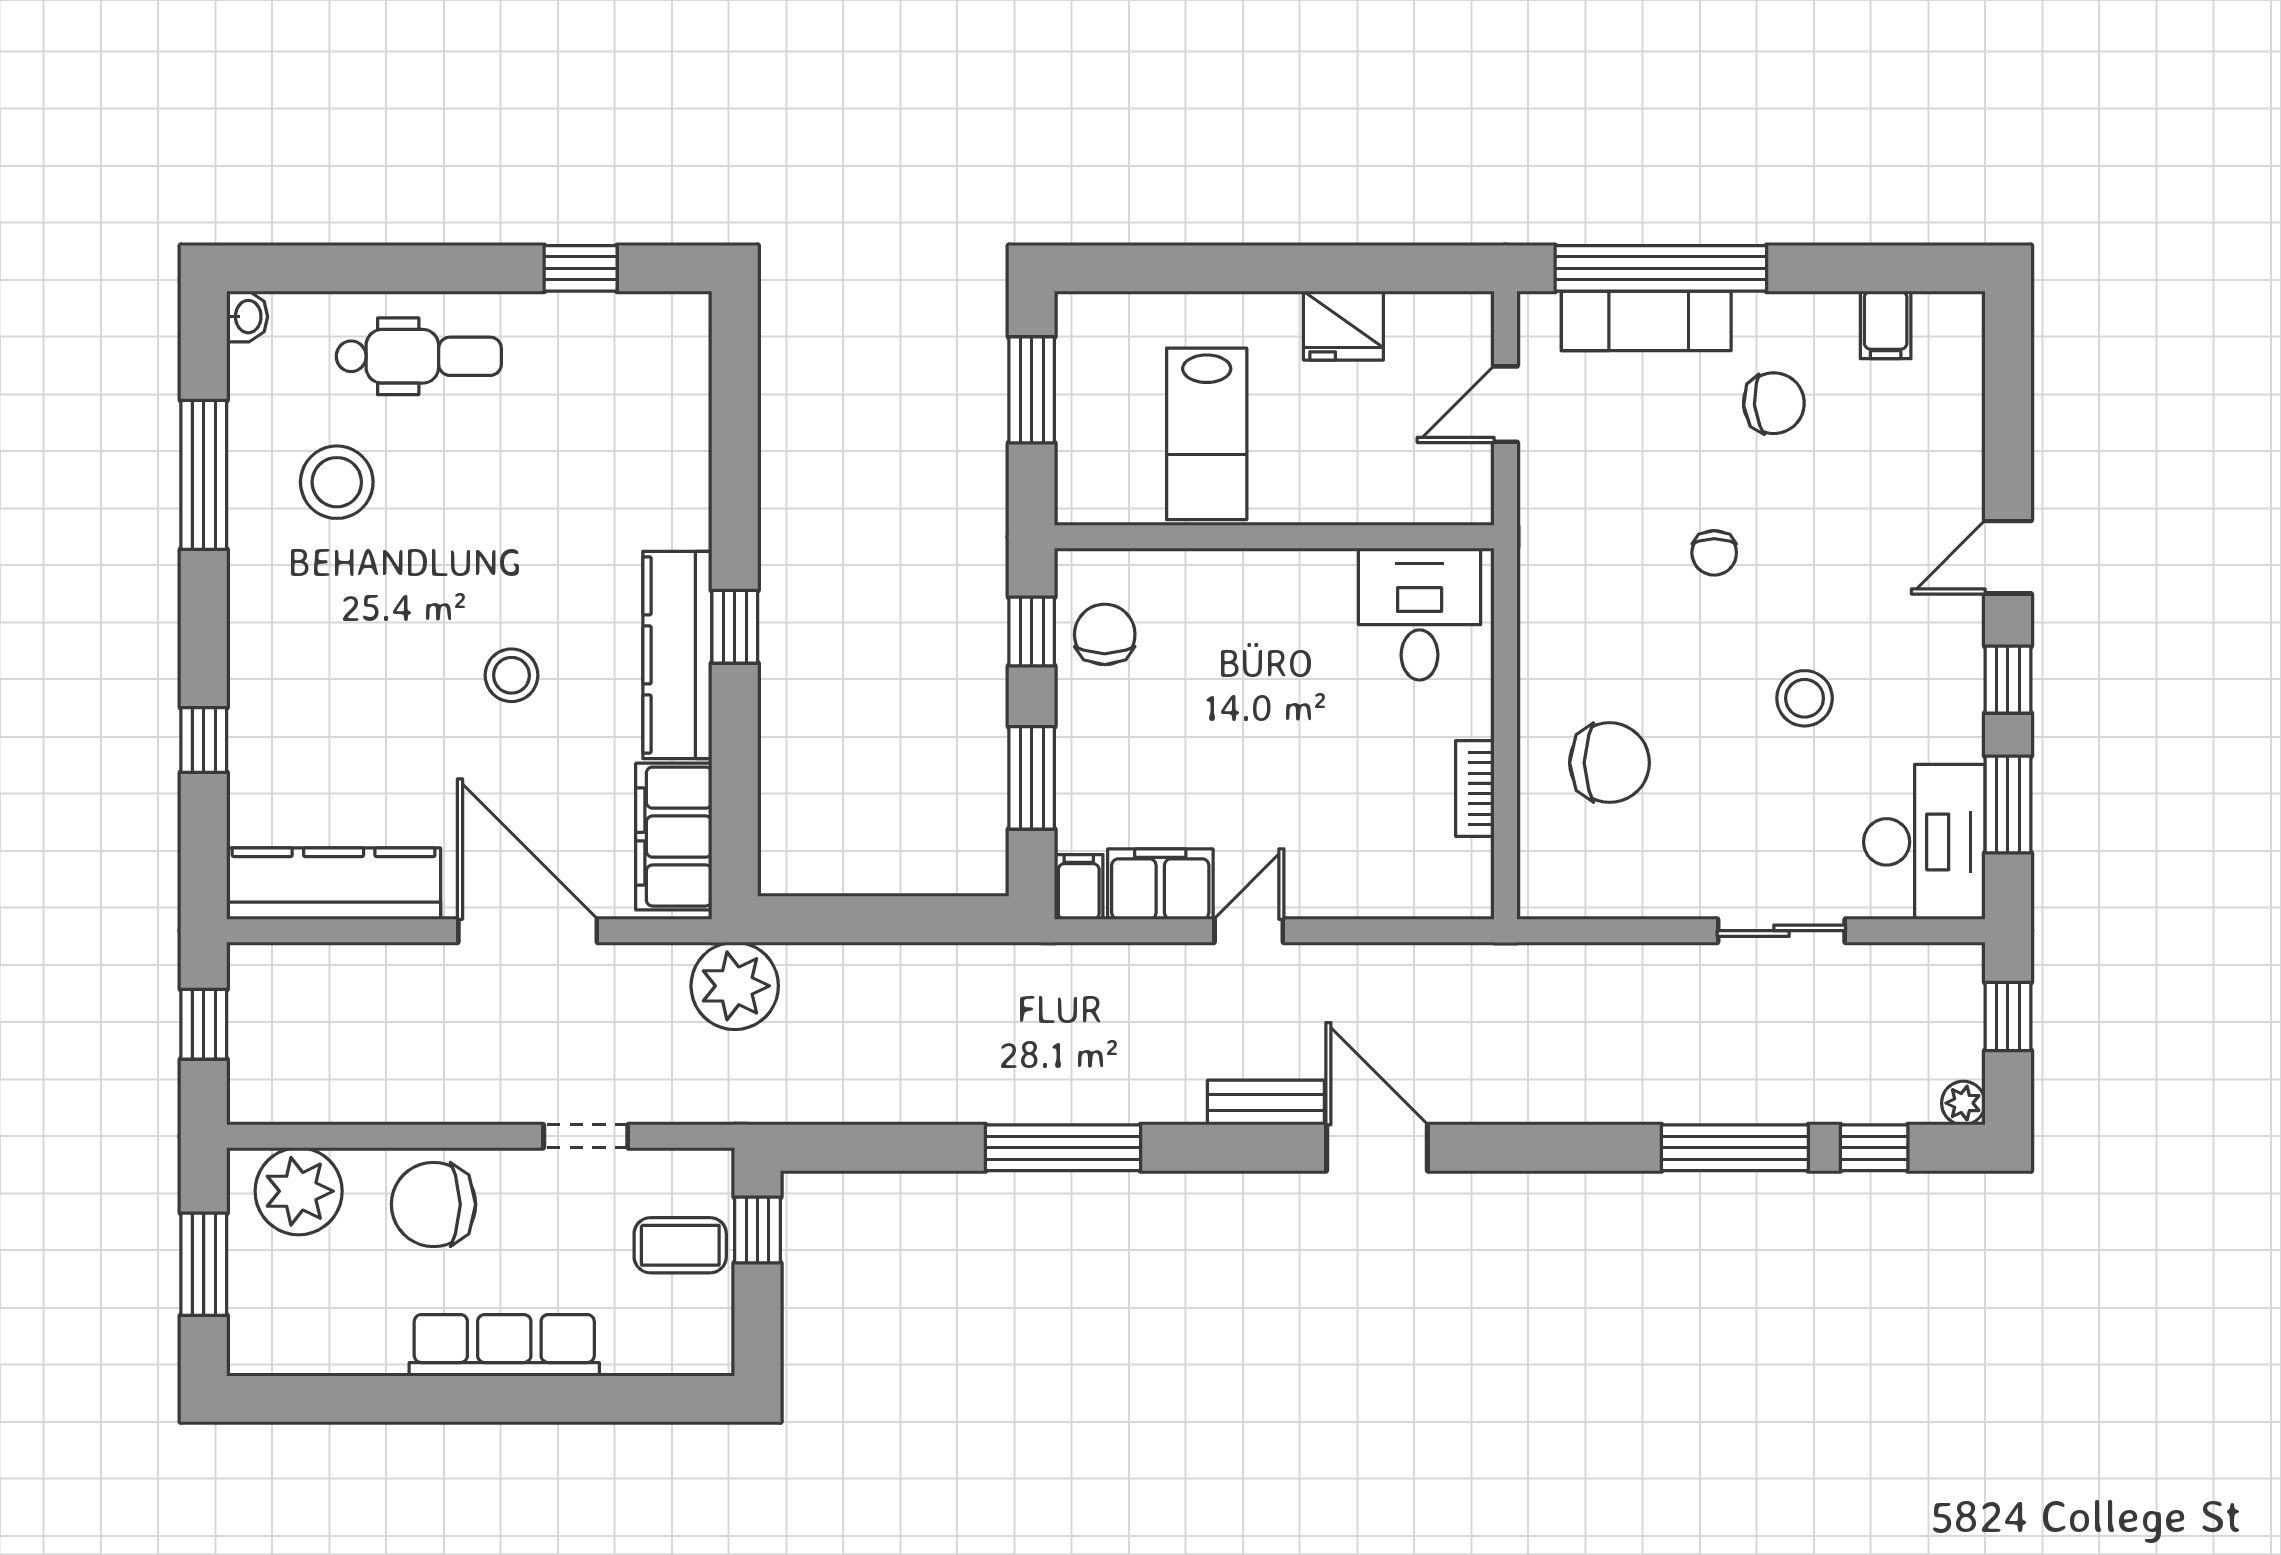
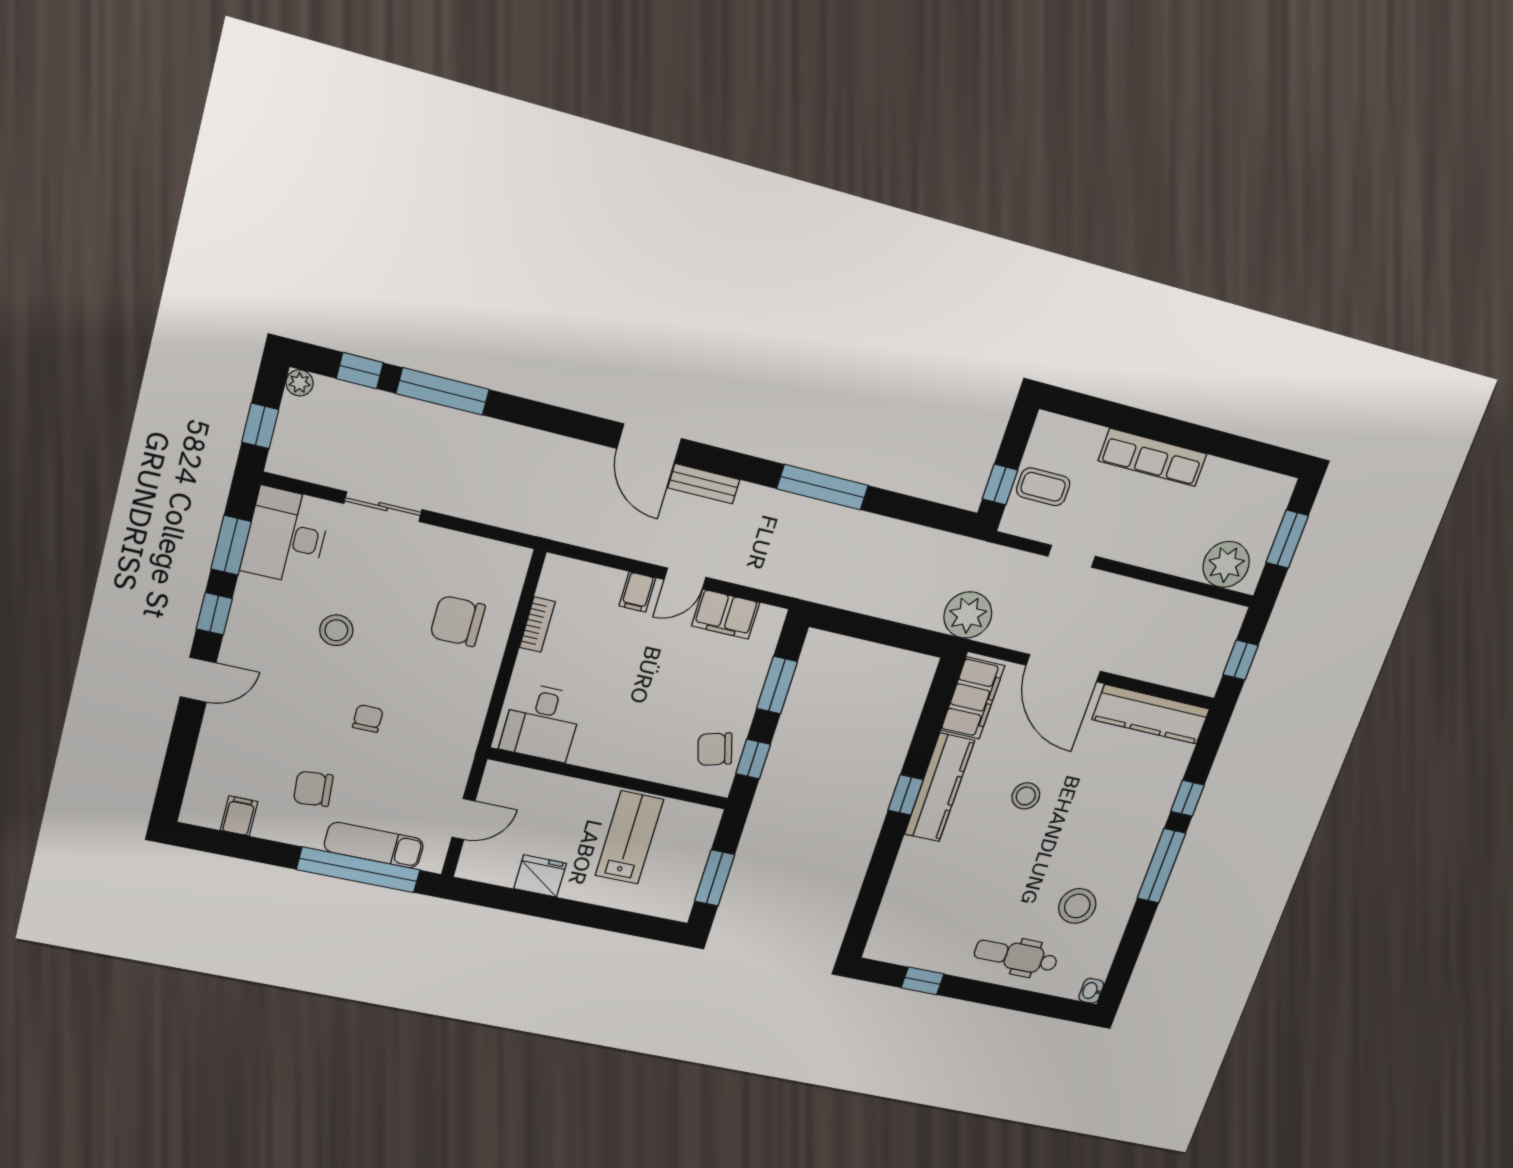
window: (204, 475) -> (1161, 866), moved
chair: (1105, 634) -> (715, 749), turned 74
filing cabinet: (1079, 887) -> (637, 592), moved
chair: (433, 1204) -> (1162, 540), removed

